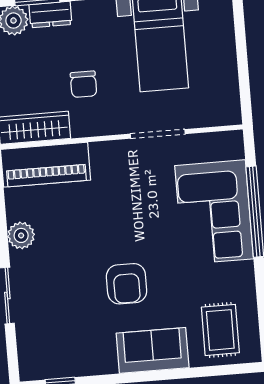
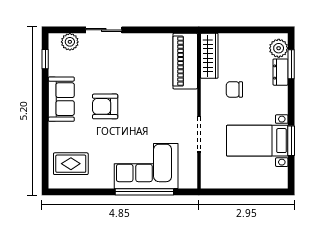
plant: (21, 235) -> (70, 42), moved
sofa: (153, 350) -> (61, 99), moved

